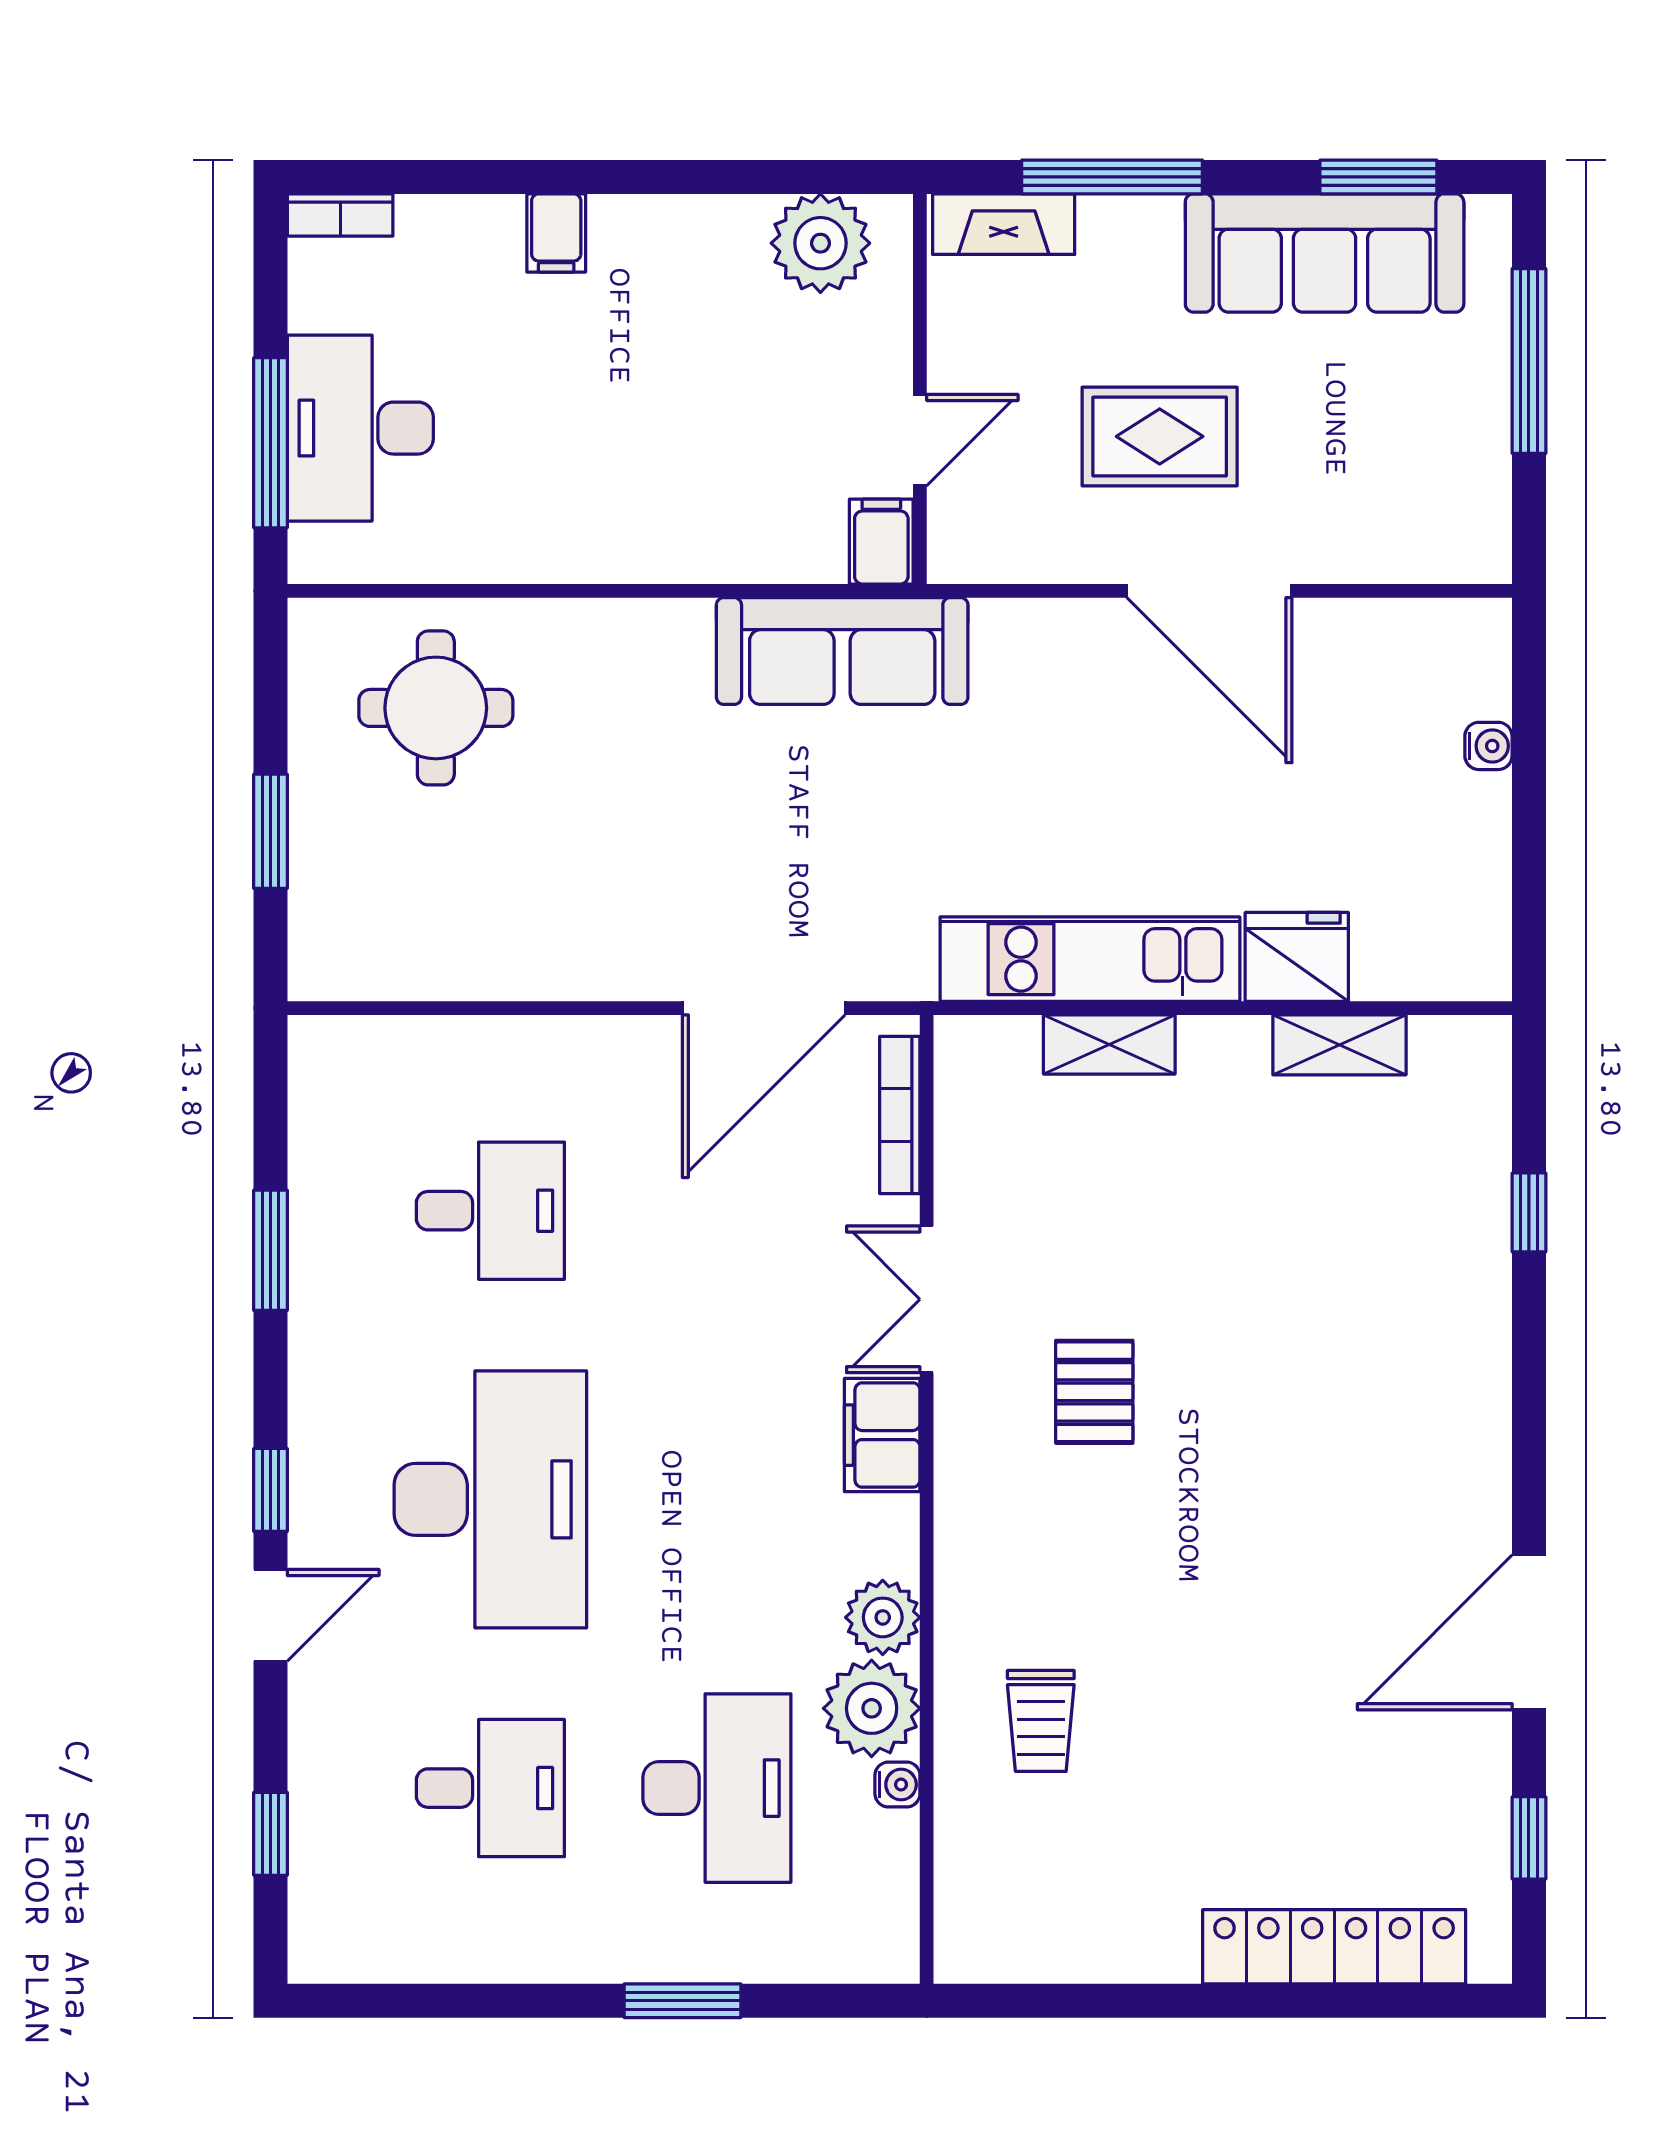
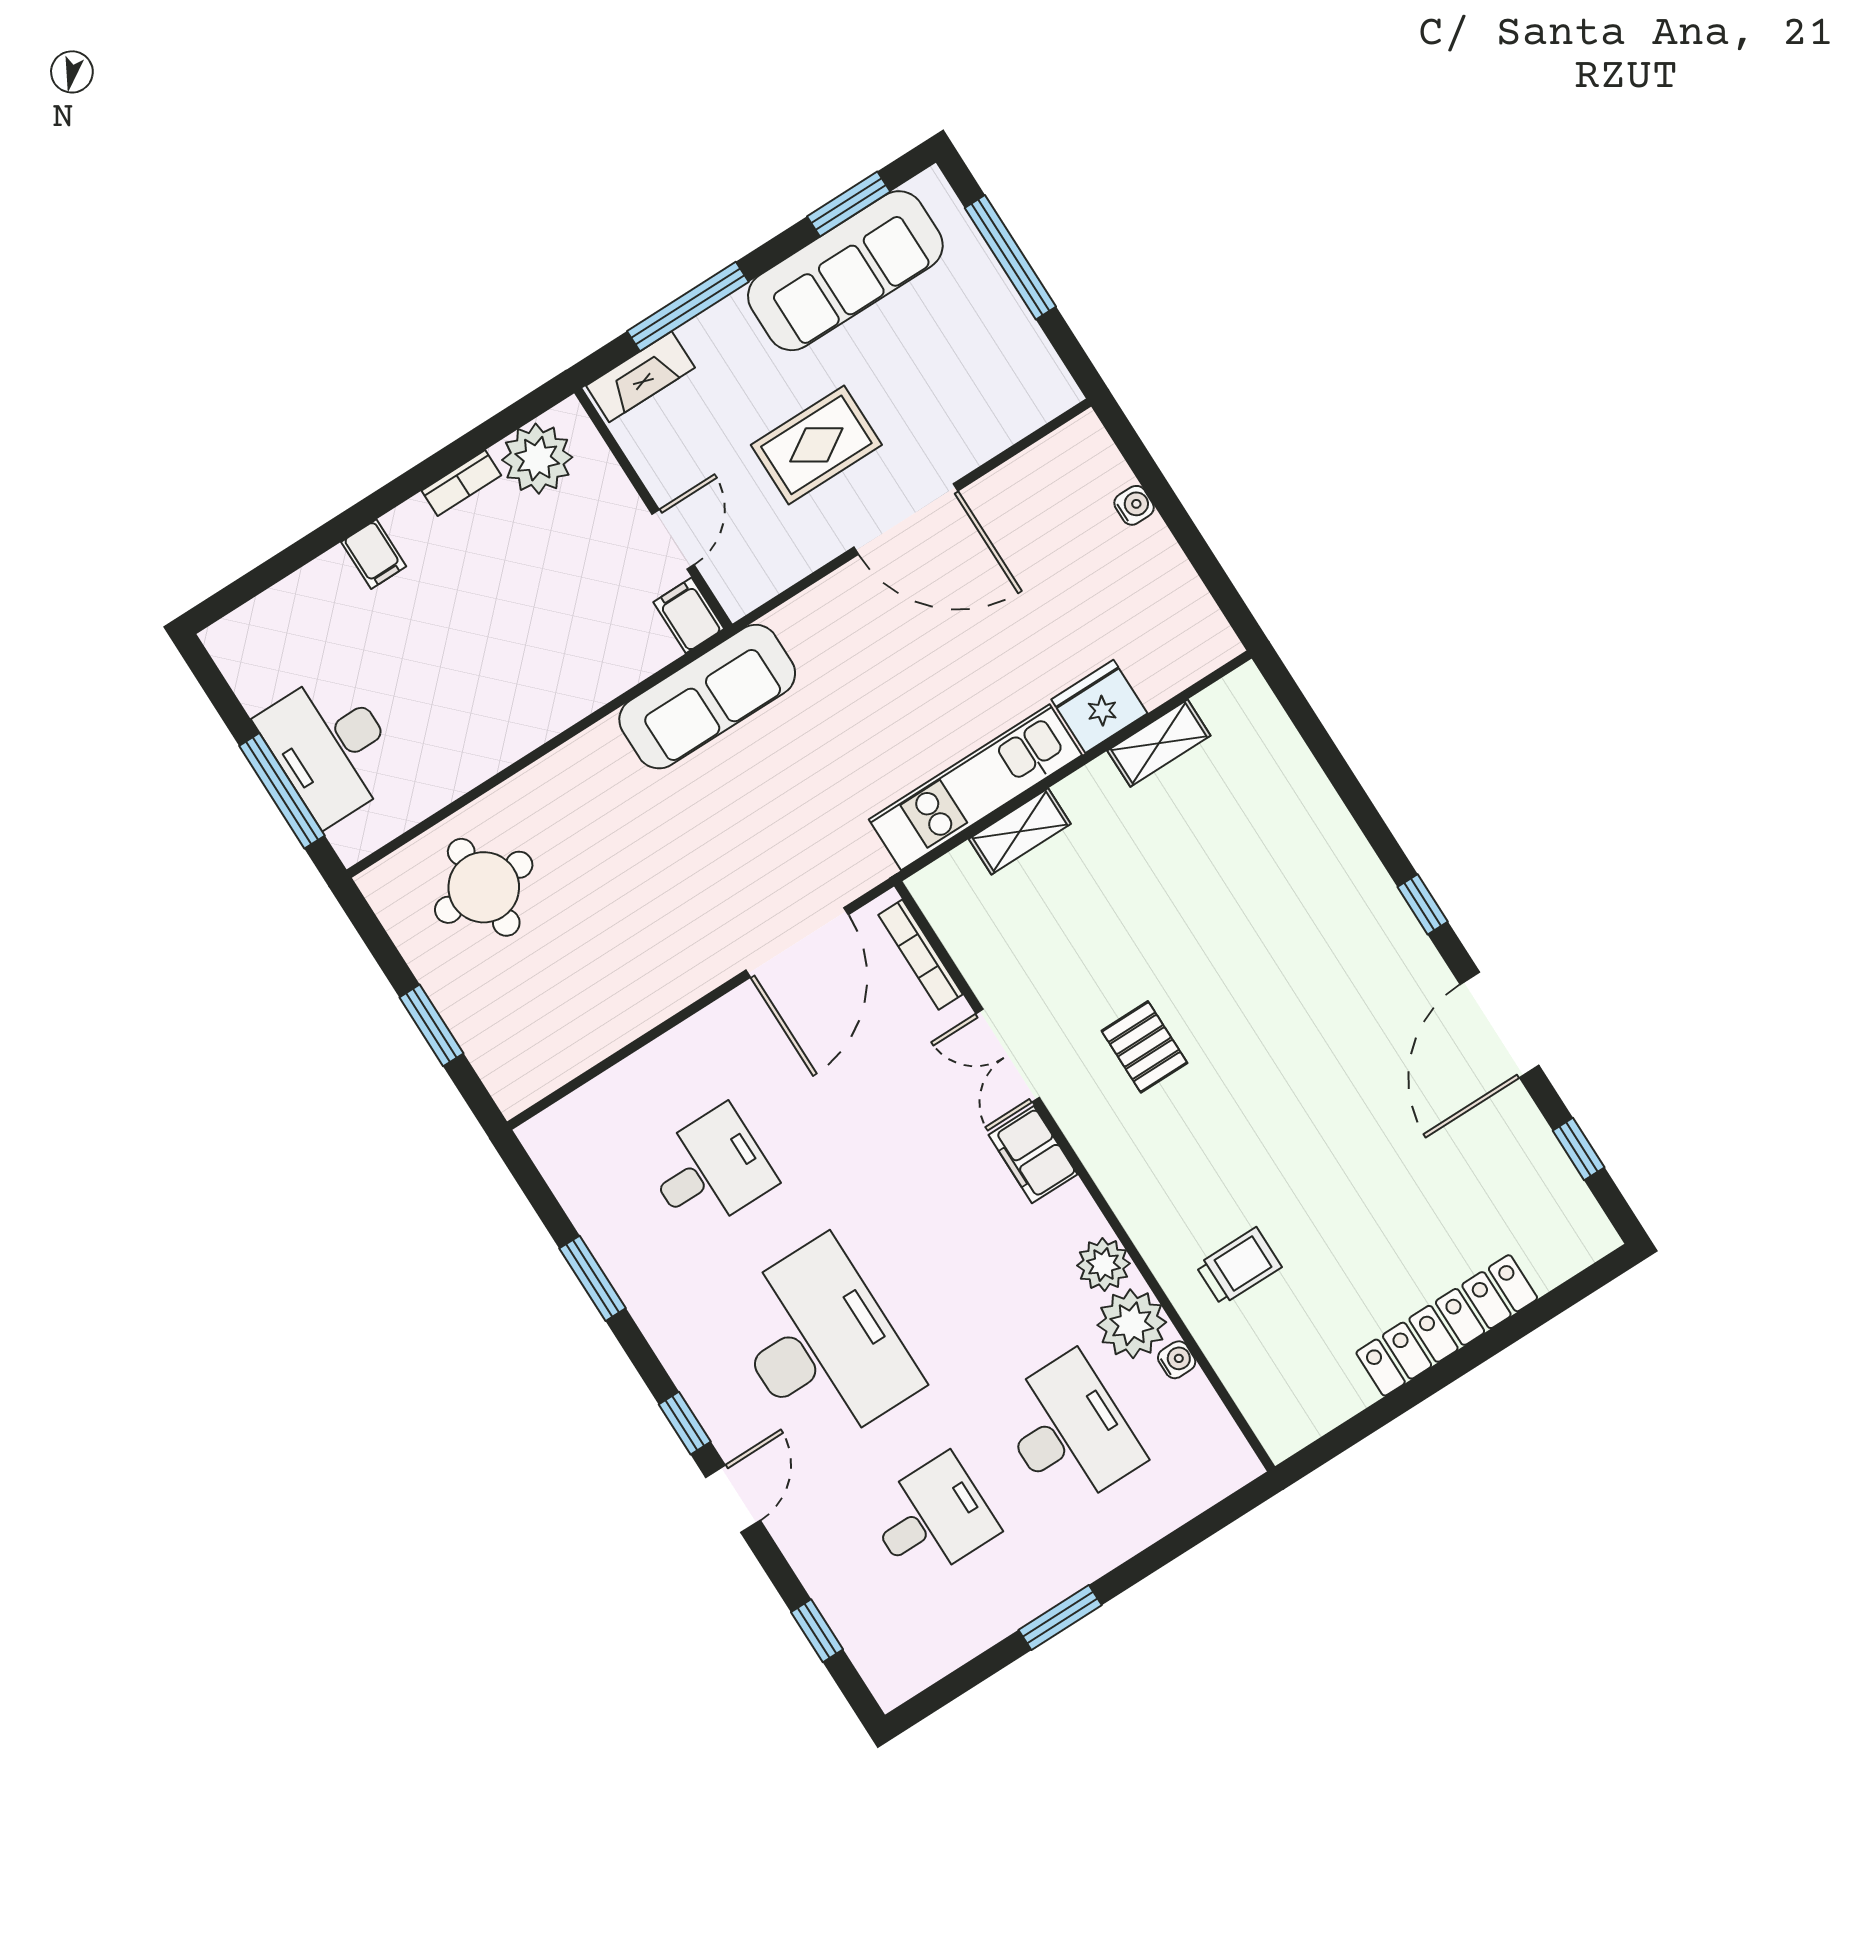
bookcase: (340, 215) -> (461, 483), moved
window: (1529, 1212) -> (1423, 904), moved
trolley: (1041, 1721) -> (1239, 1266), turned -90
locker: (1334, 1947) -> (1447, 1325), moved
window: (682, 2001) -> (1060, 1618), moved

